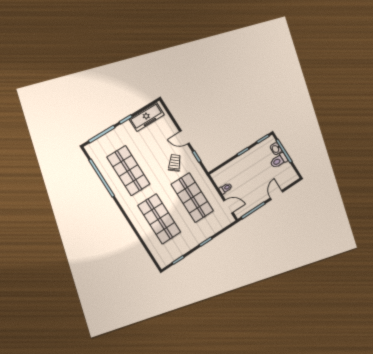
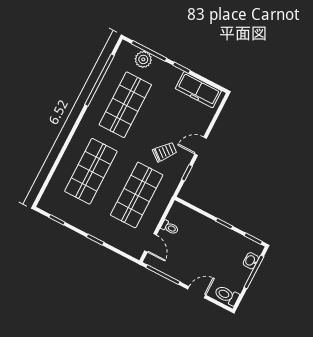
door: (184, 137) -> (201, 146), hinge flipped
plant: (105, 141) -> (143, 59), added
toilet: (279, 161) -> (227, 295), moved

